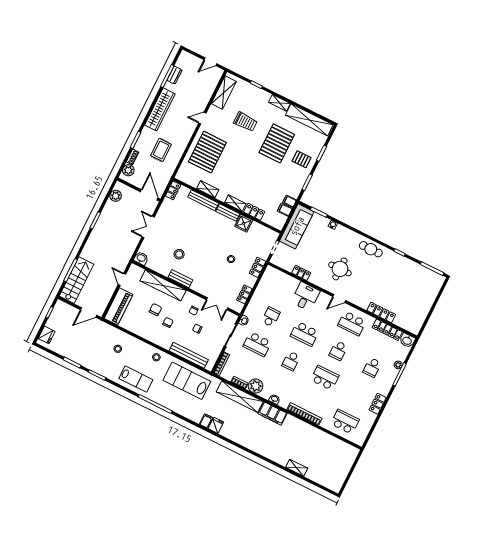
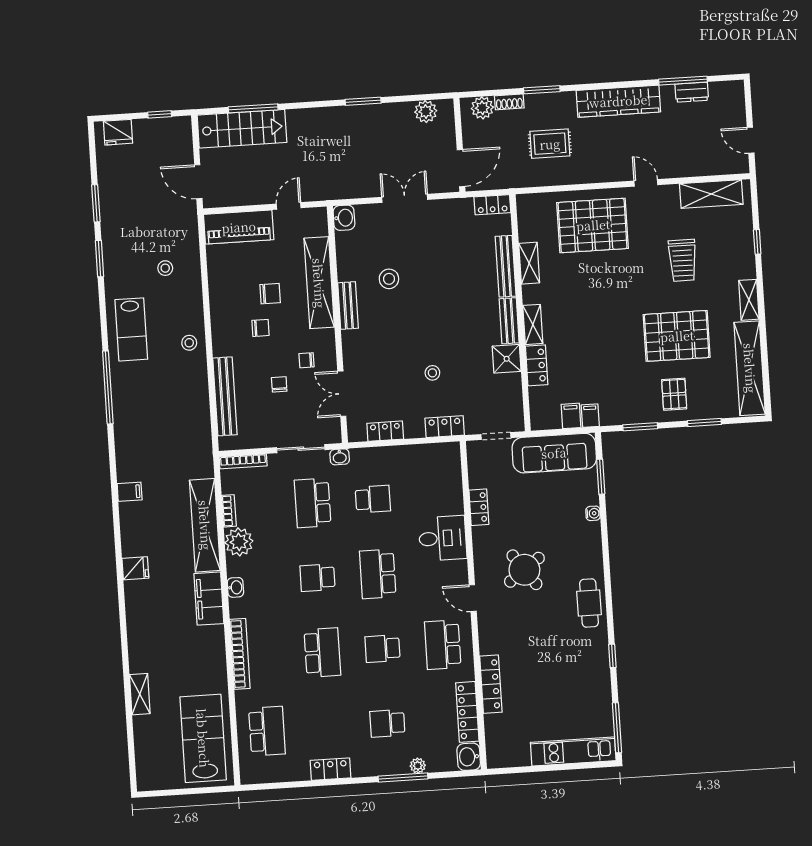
round table: (340, 269) -> (524, 570), turned -36
kitchen unit: (431, 294) -> (573, 751), added
lab bench: (187, 381) -> (203, 738), moved
fridge: (216, 425) -> (135, 568), moved

